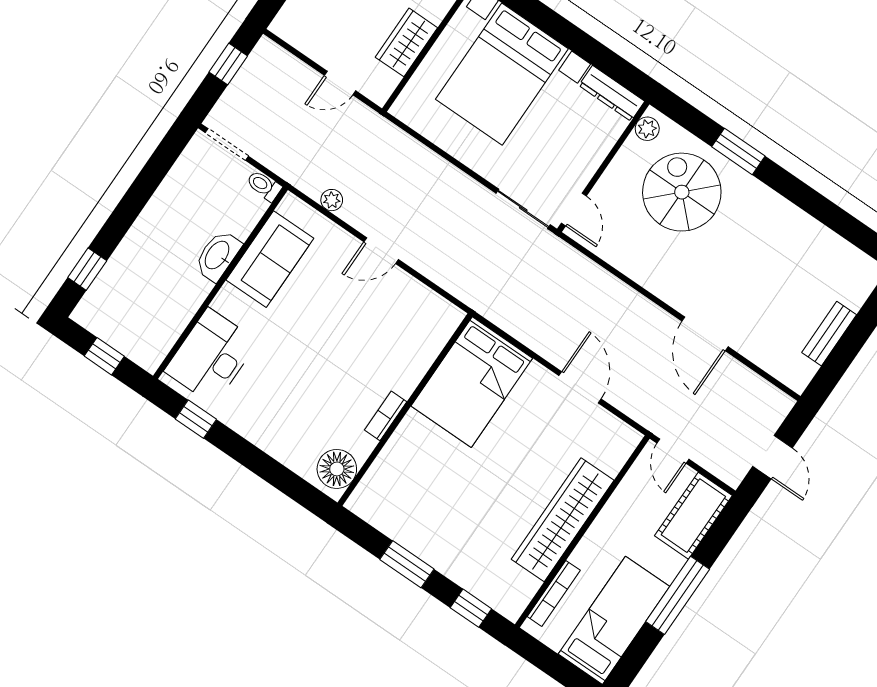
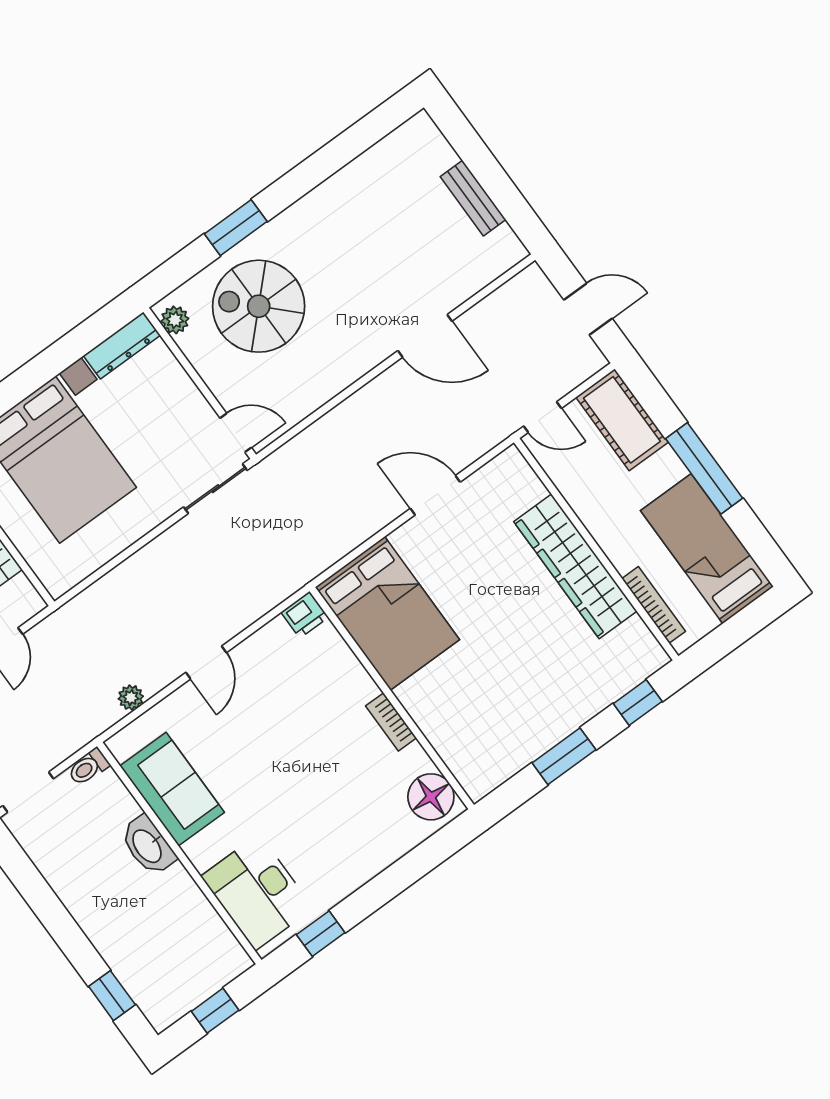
printer: (447, 316) -> (305, 615), added

